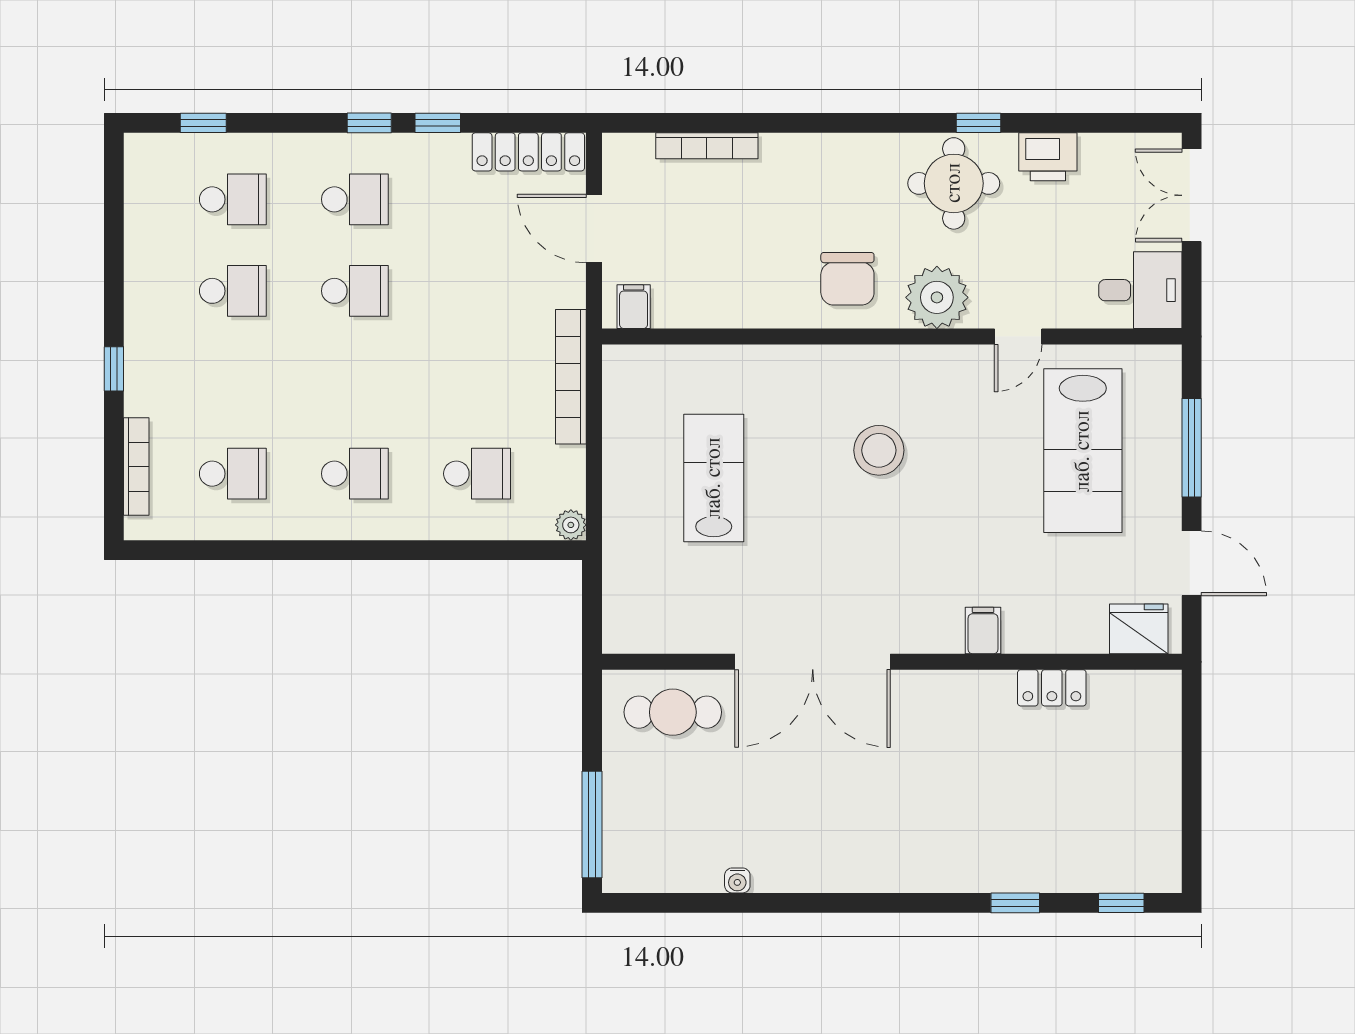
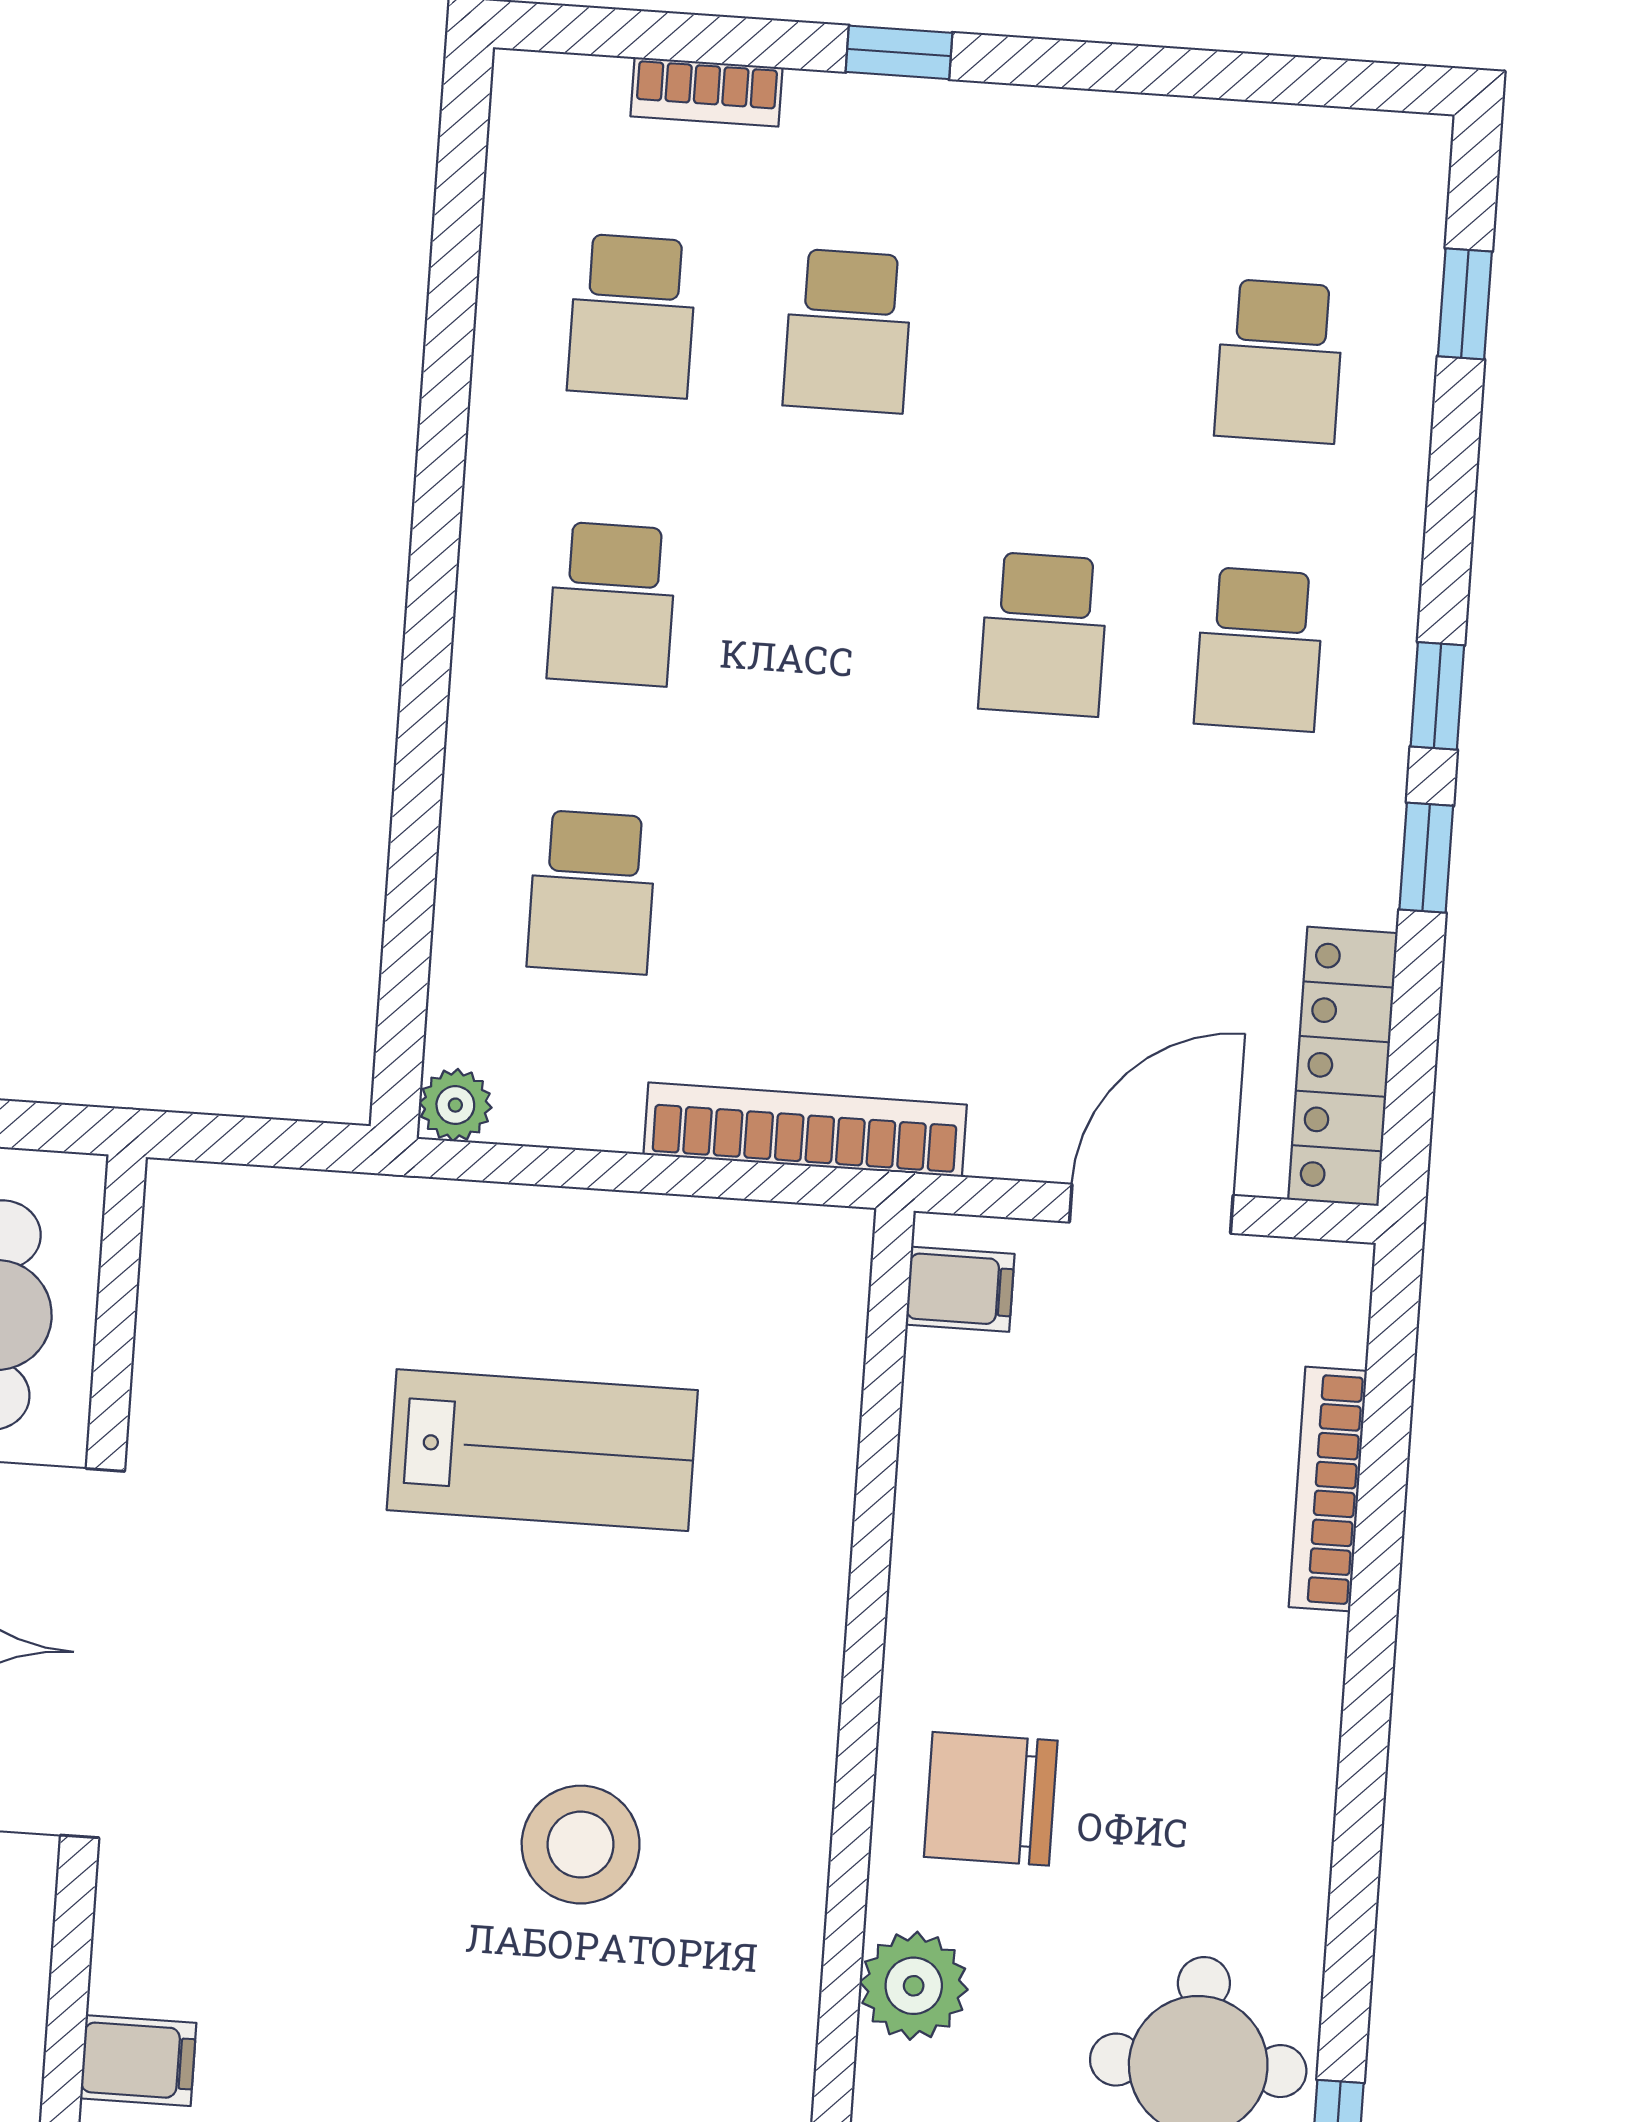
school desk: (233, 291) -> (848, 331), moved
plant: (937, 297) -> (914, 1986), width x0.73, depth x0.73
bookcase: (136, 467) -> (707, 92), width x0.64

